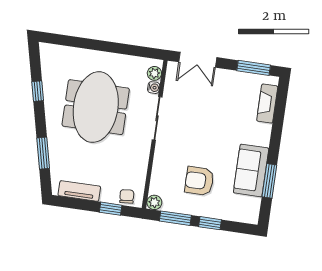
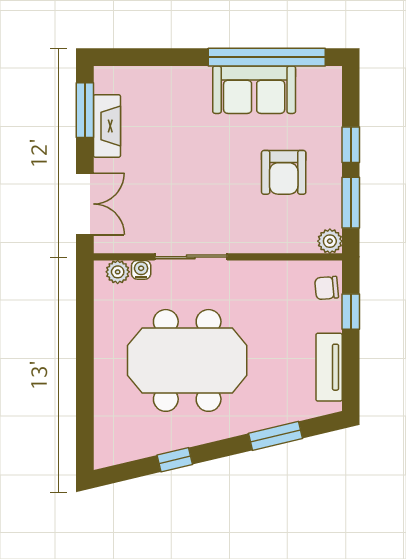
fireplace: (267, 104) -> (107, 126), moved, turned -90
window: (269, 181) -> (267, 57), width x2.11

